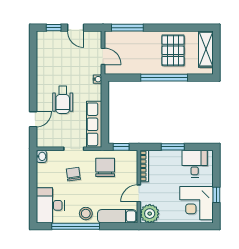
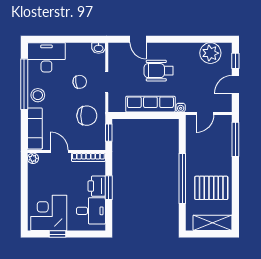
plant: (46, 51) -> (210, 53), added
row of seats: (94, 124) -> (150, 104), moved
printer: (171, 158) -> (97, 186), added
plant: (150, 214) -> (33, 158), width x0.53, depth x0.53

